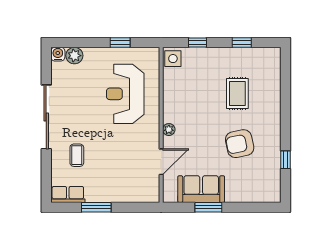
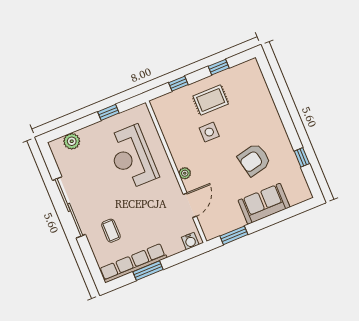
water cooler: (58, 54) -> (190, 241), moved, turned 180
side table: (173, 59) -> (209, 132), moved
rug: (237, 93) -> (211, 100), moved, turned 90
sofa: (201, 189) -> (264, 204), moved
row of seats: (68, 194) -> (133, 263), width x2.02
window: (208, 207) -> (234, 235), moved

